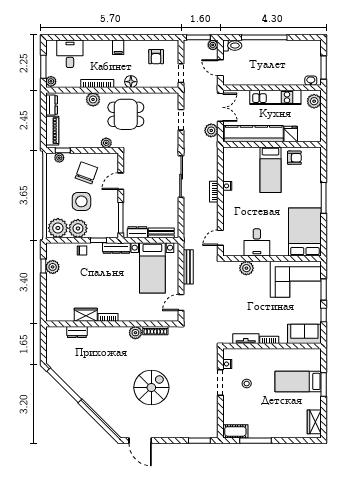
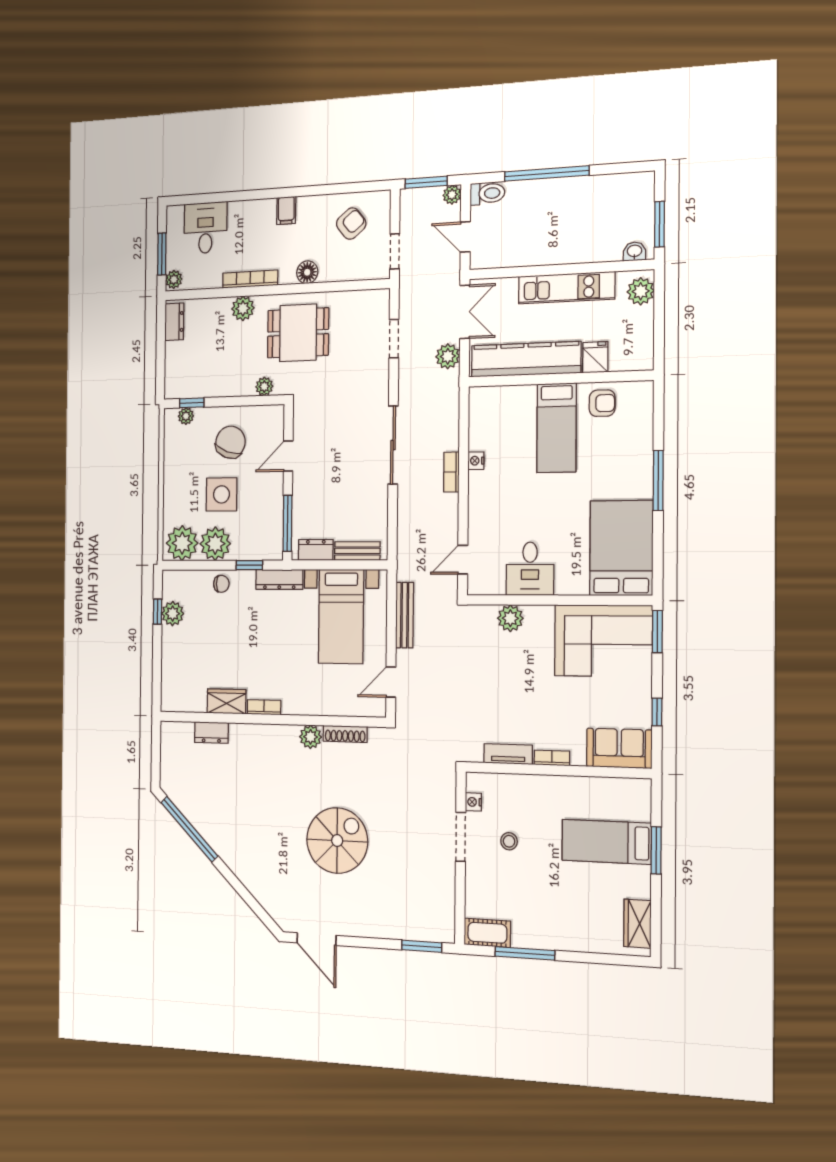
armchair: (156, 57) -> (351, 224), turned -129
piano: (52, 131) -> (175, 368), removed
window: (324, 289) -> (657, 632), moved

